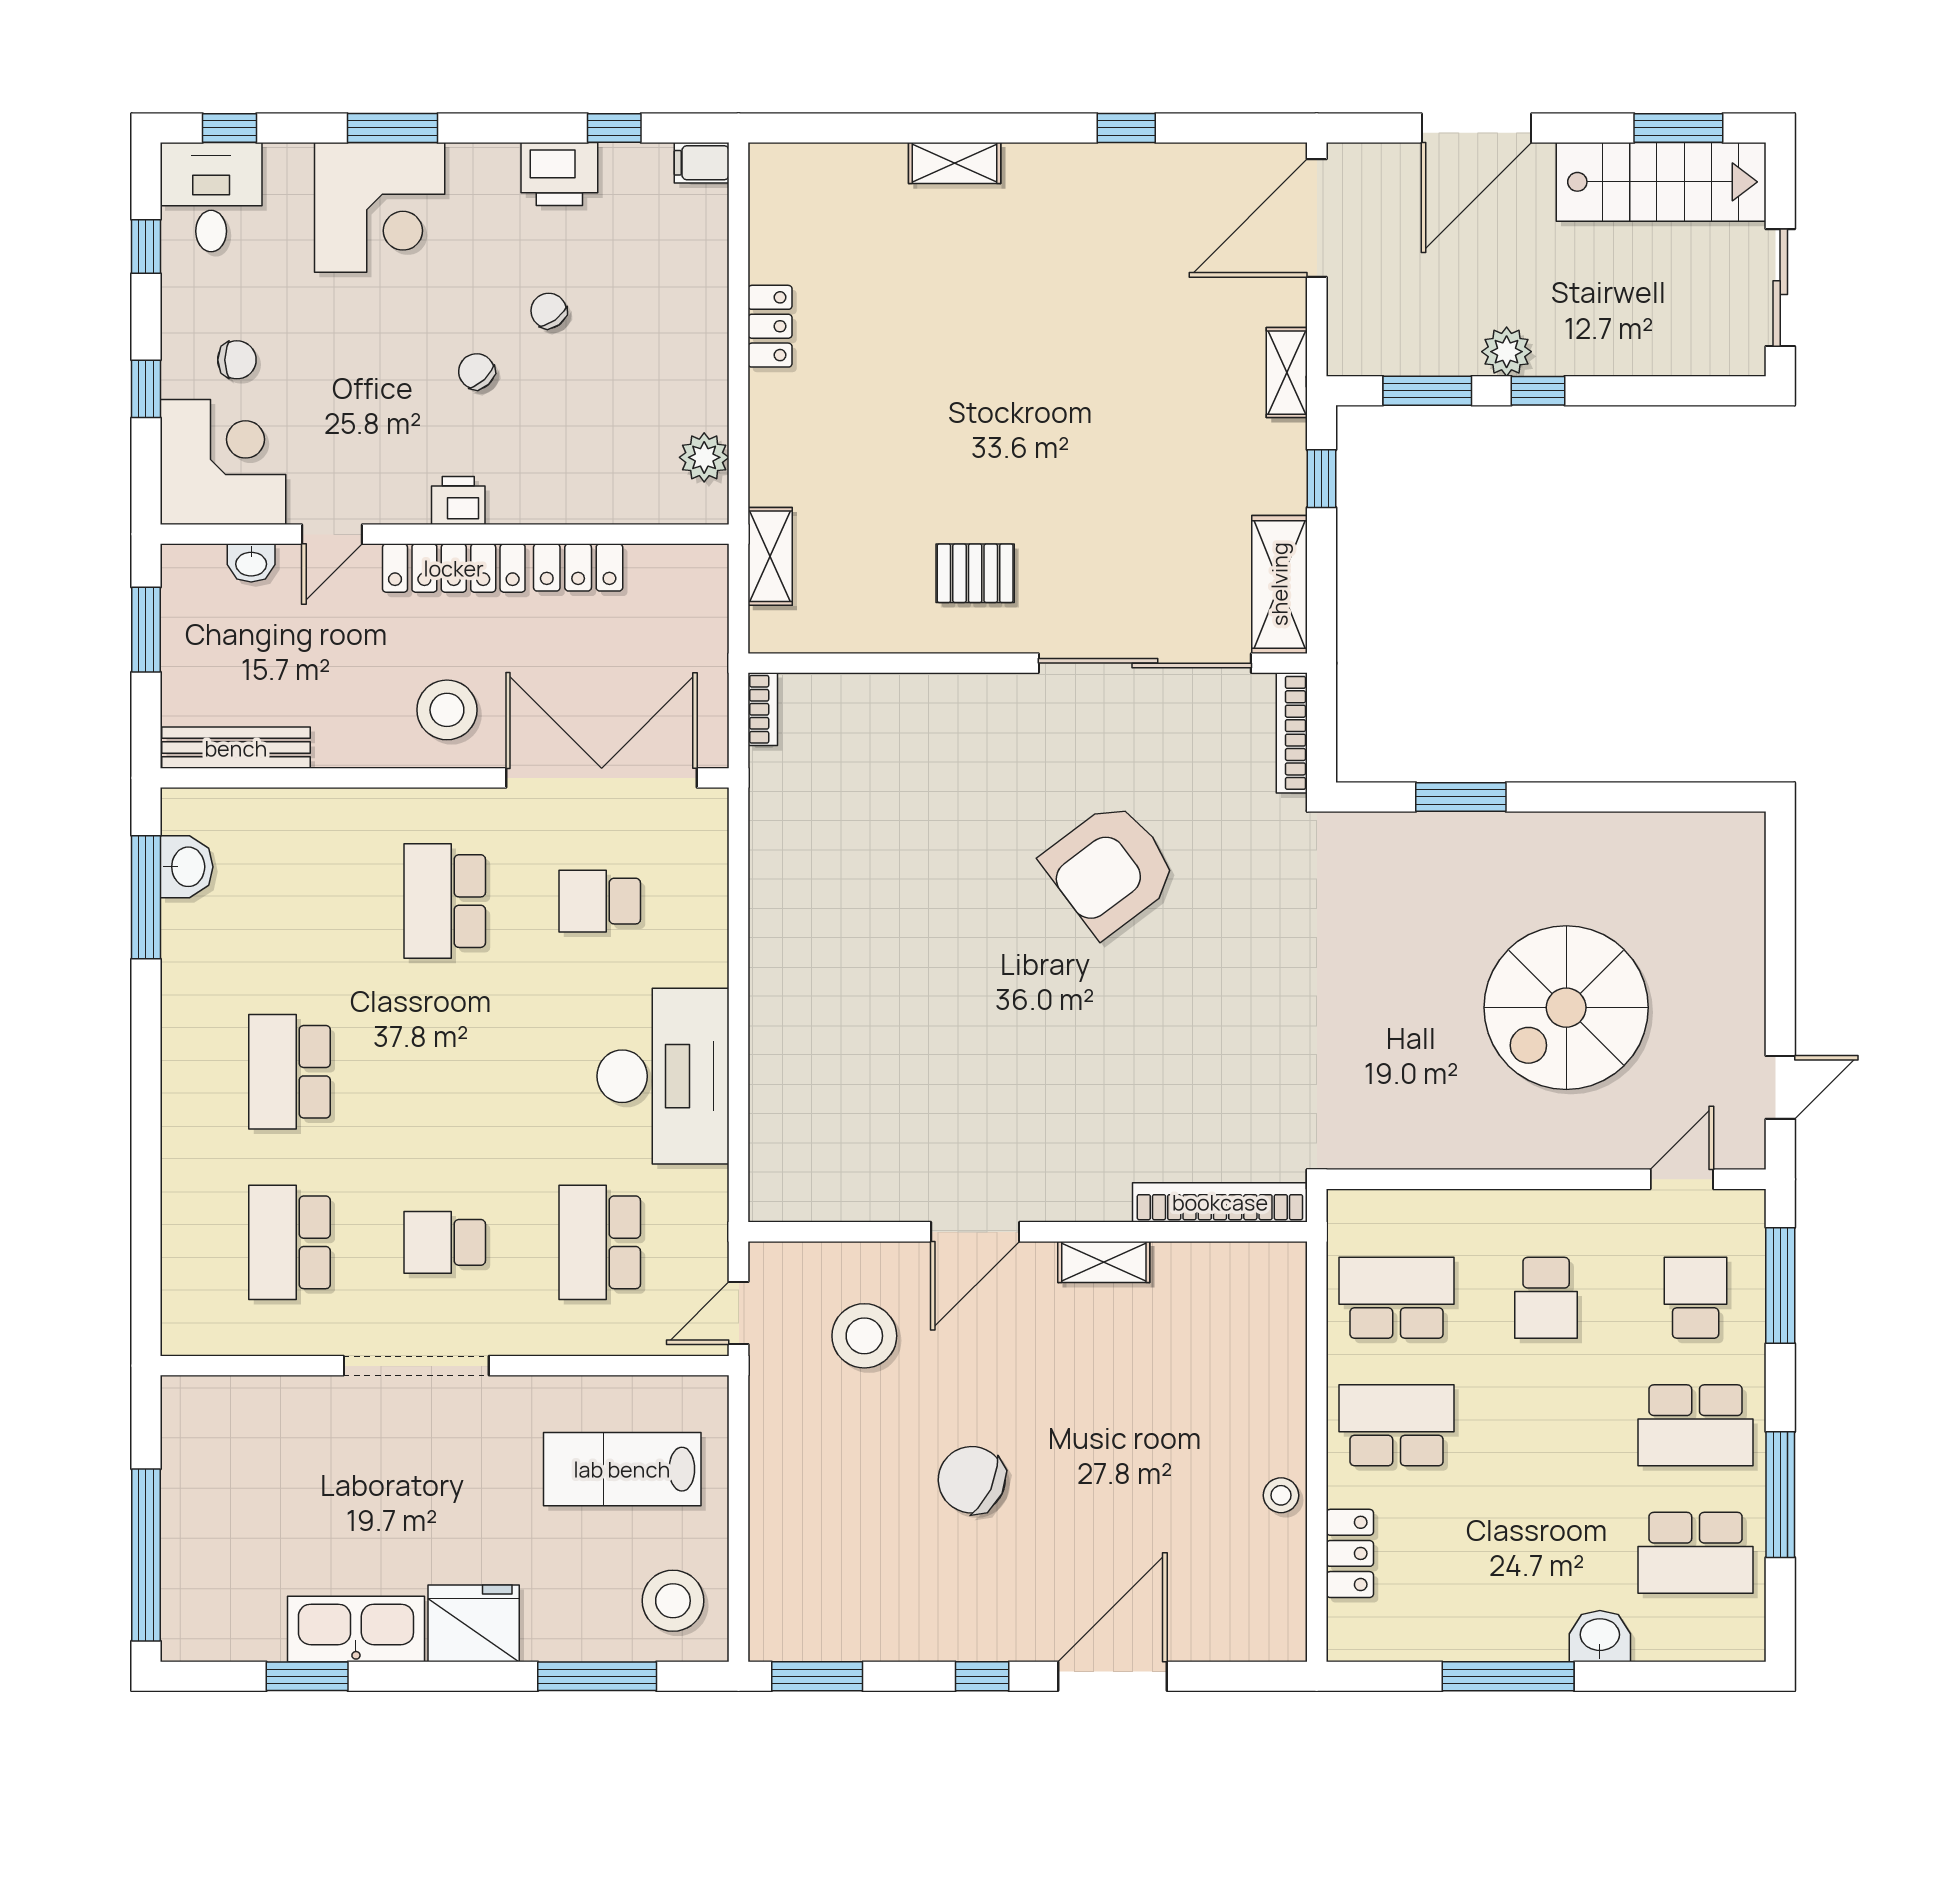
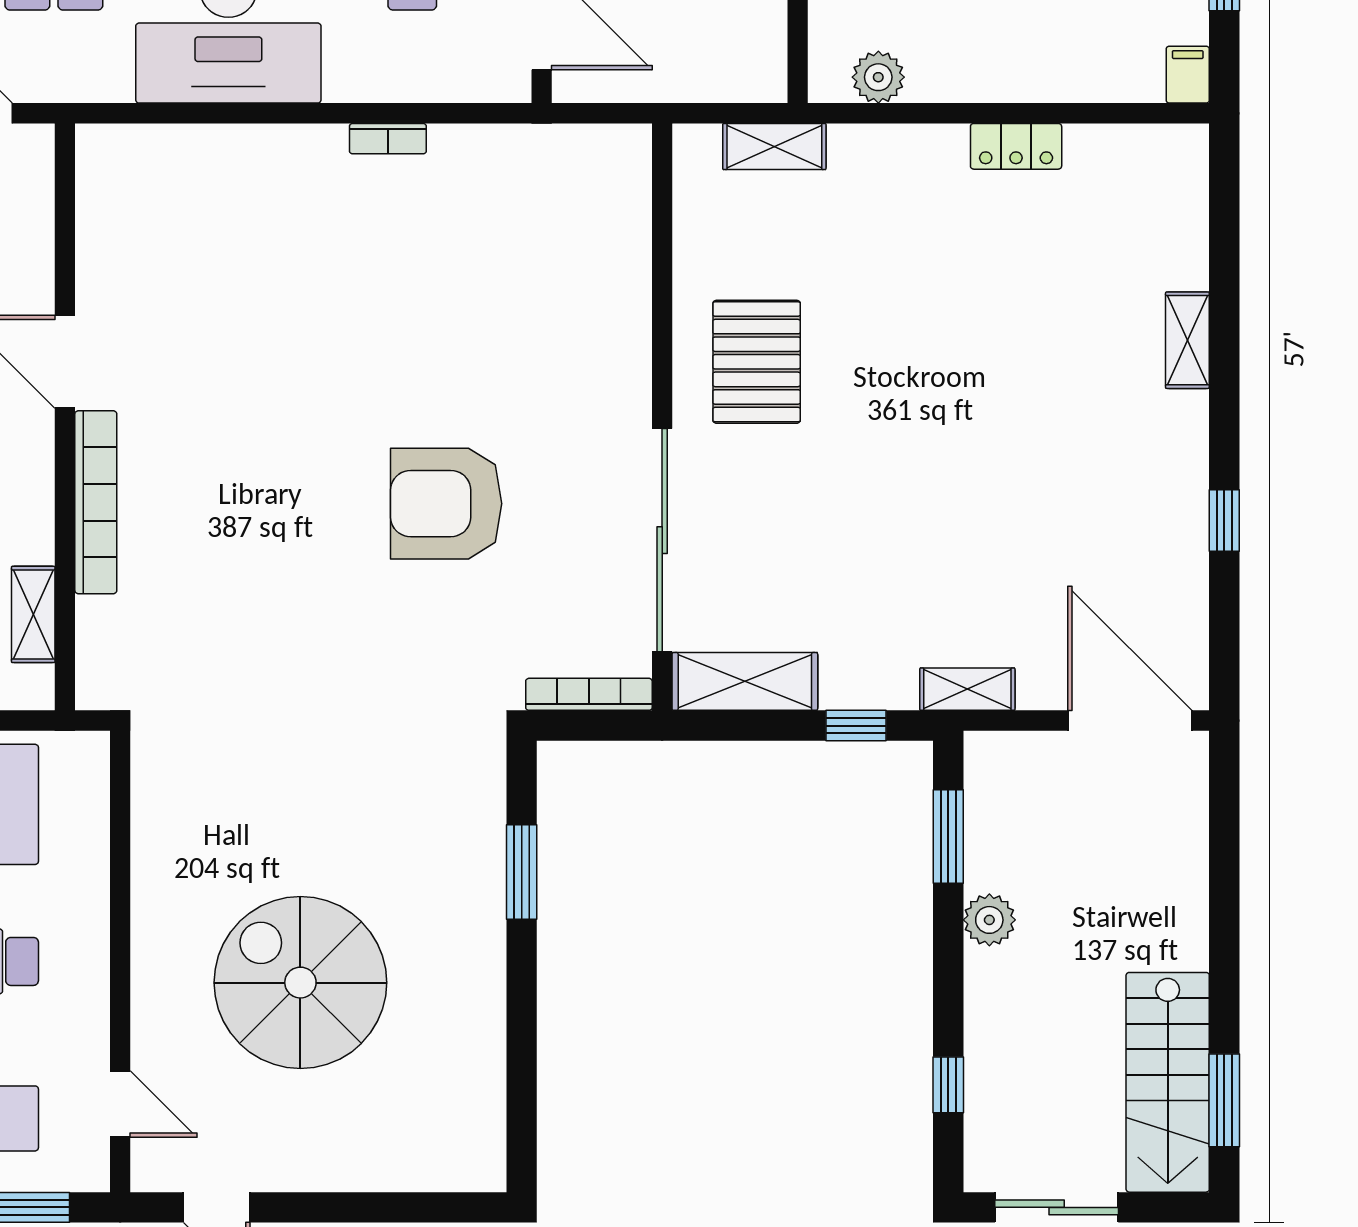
door: (1476, 128) -> (1224, 888), removed
window: (1538, 391) -> (948, 1085), moved
pallet: (975, 573) -> (757, 362), width x1.50, depth x1.42
bookcase: (763, 709) -> (388, 139), moved
armchair: (1110, 869) -> (446, 504), turned -53
bookcase: (1220, 1202) -> (96, 502), moved
shelving: (1104, 1262) -> (33, 614), moved

